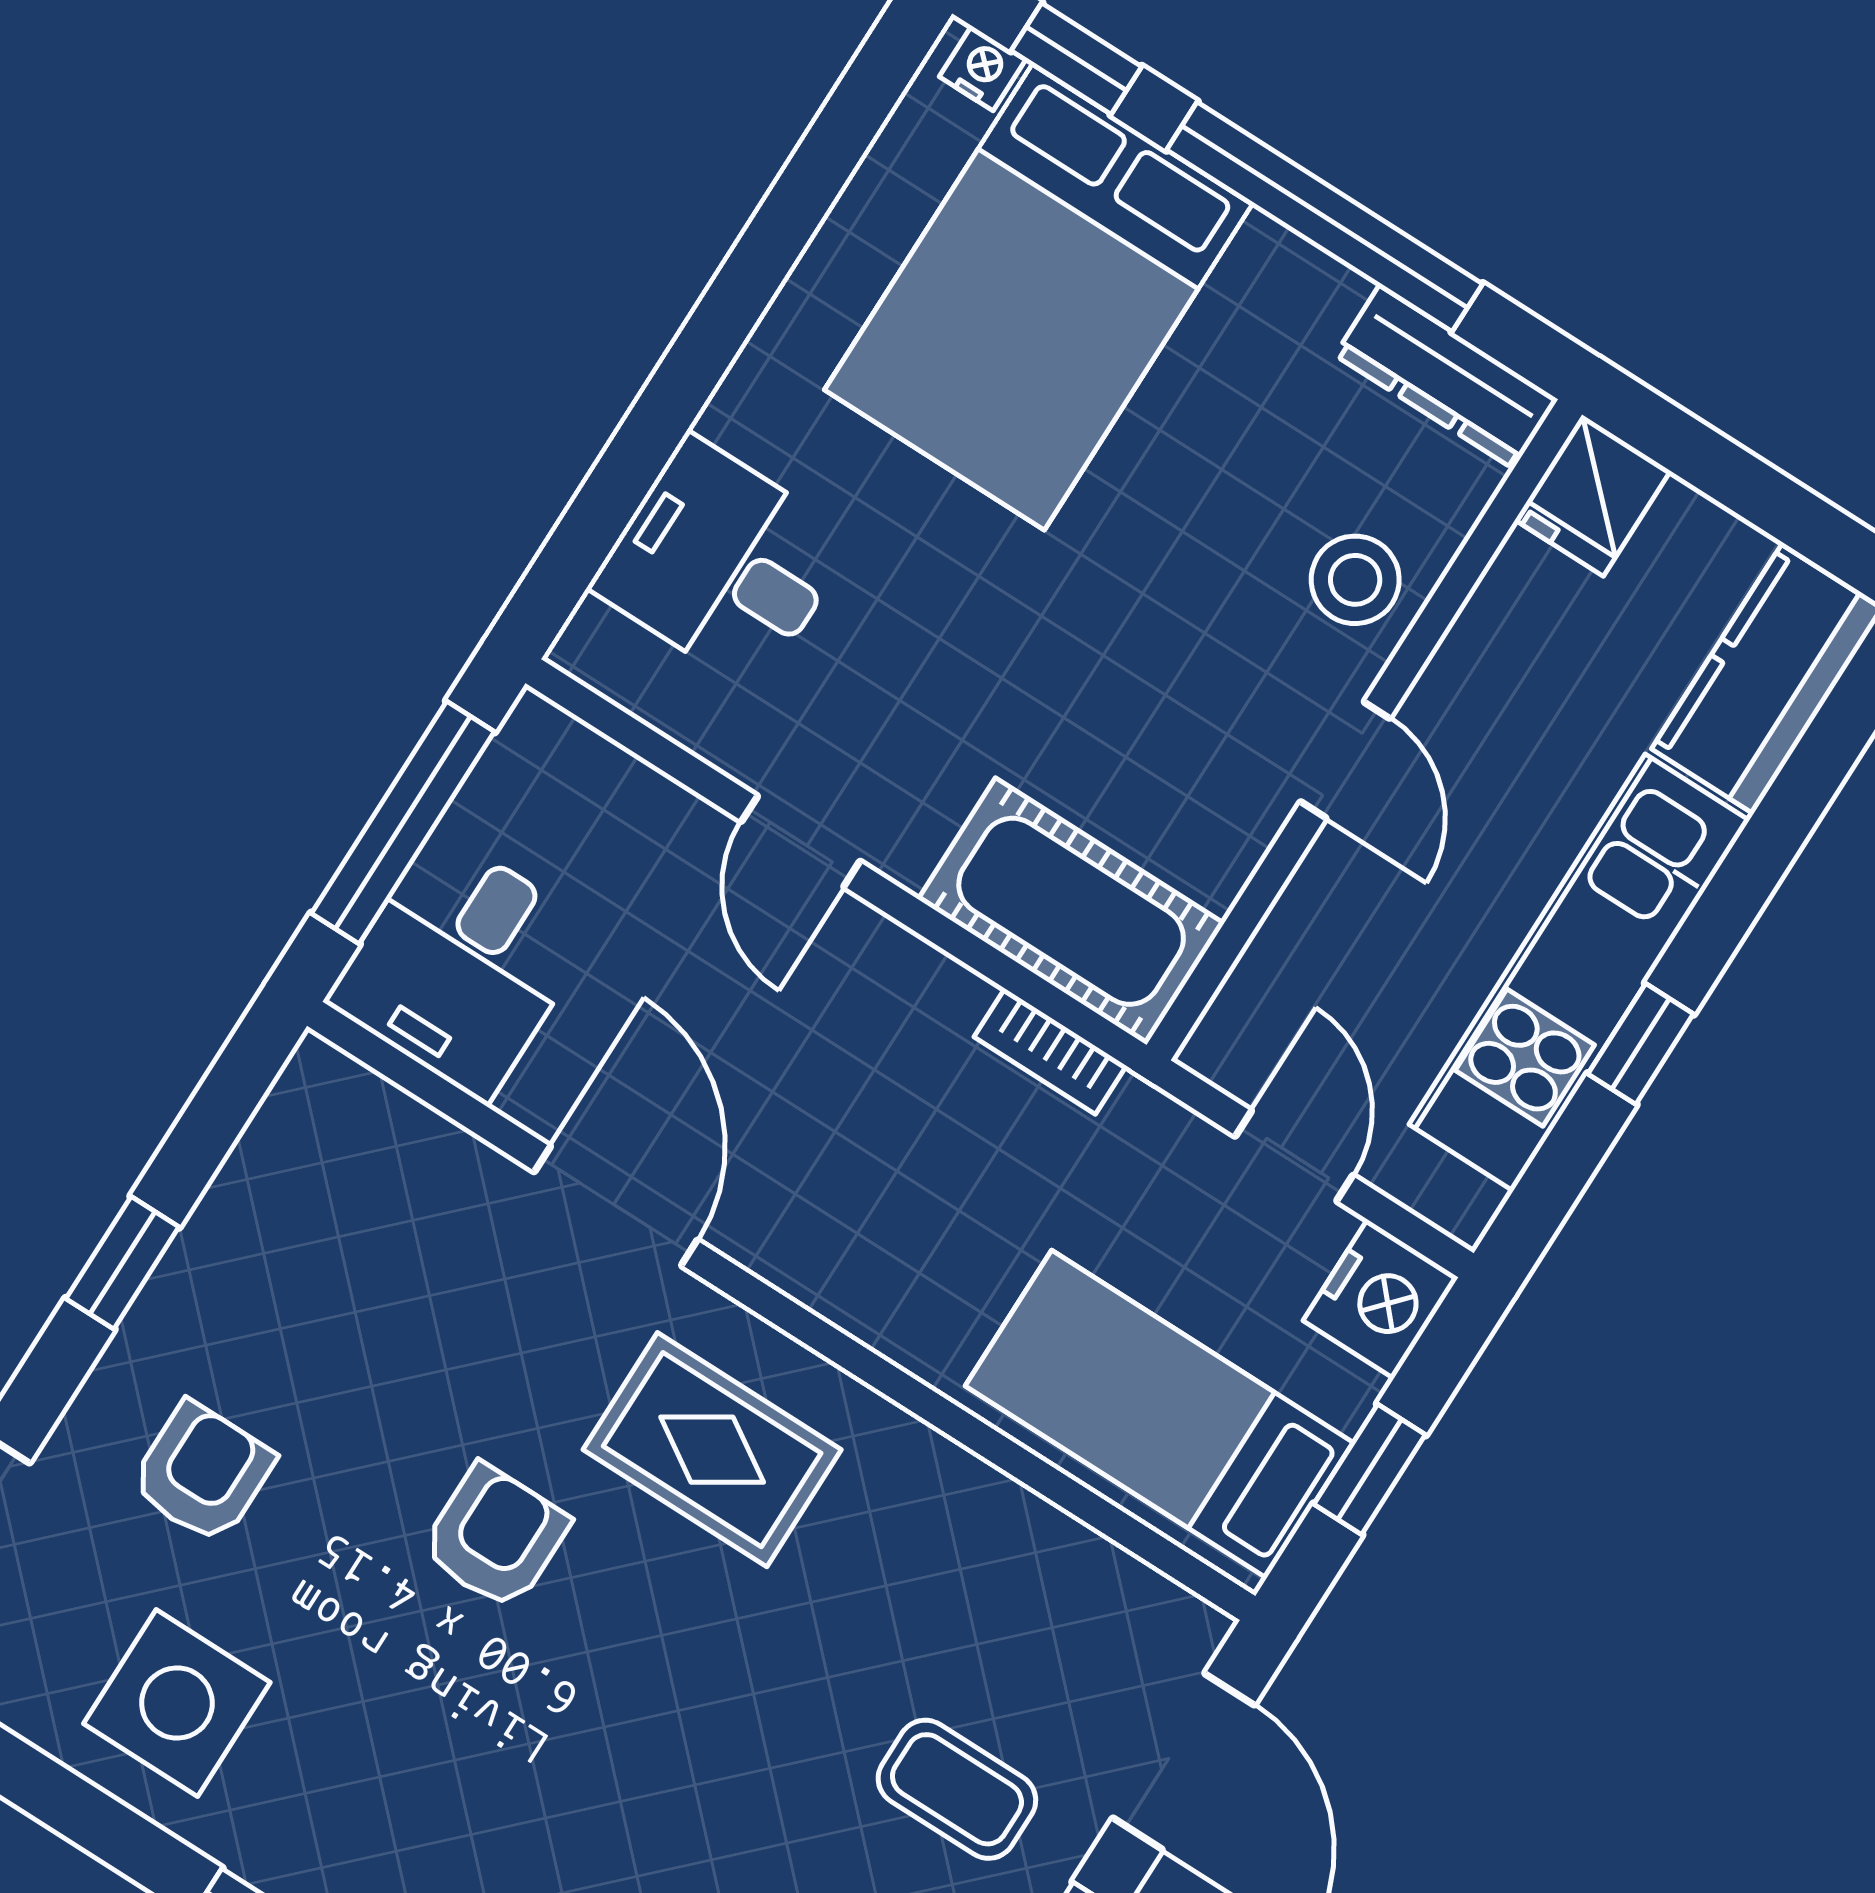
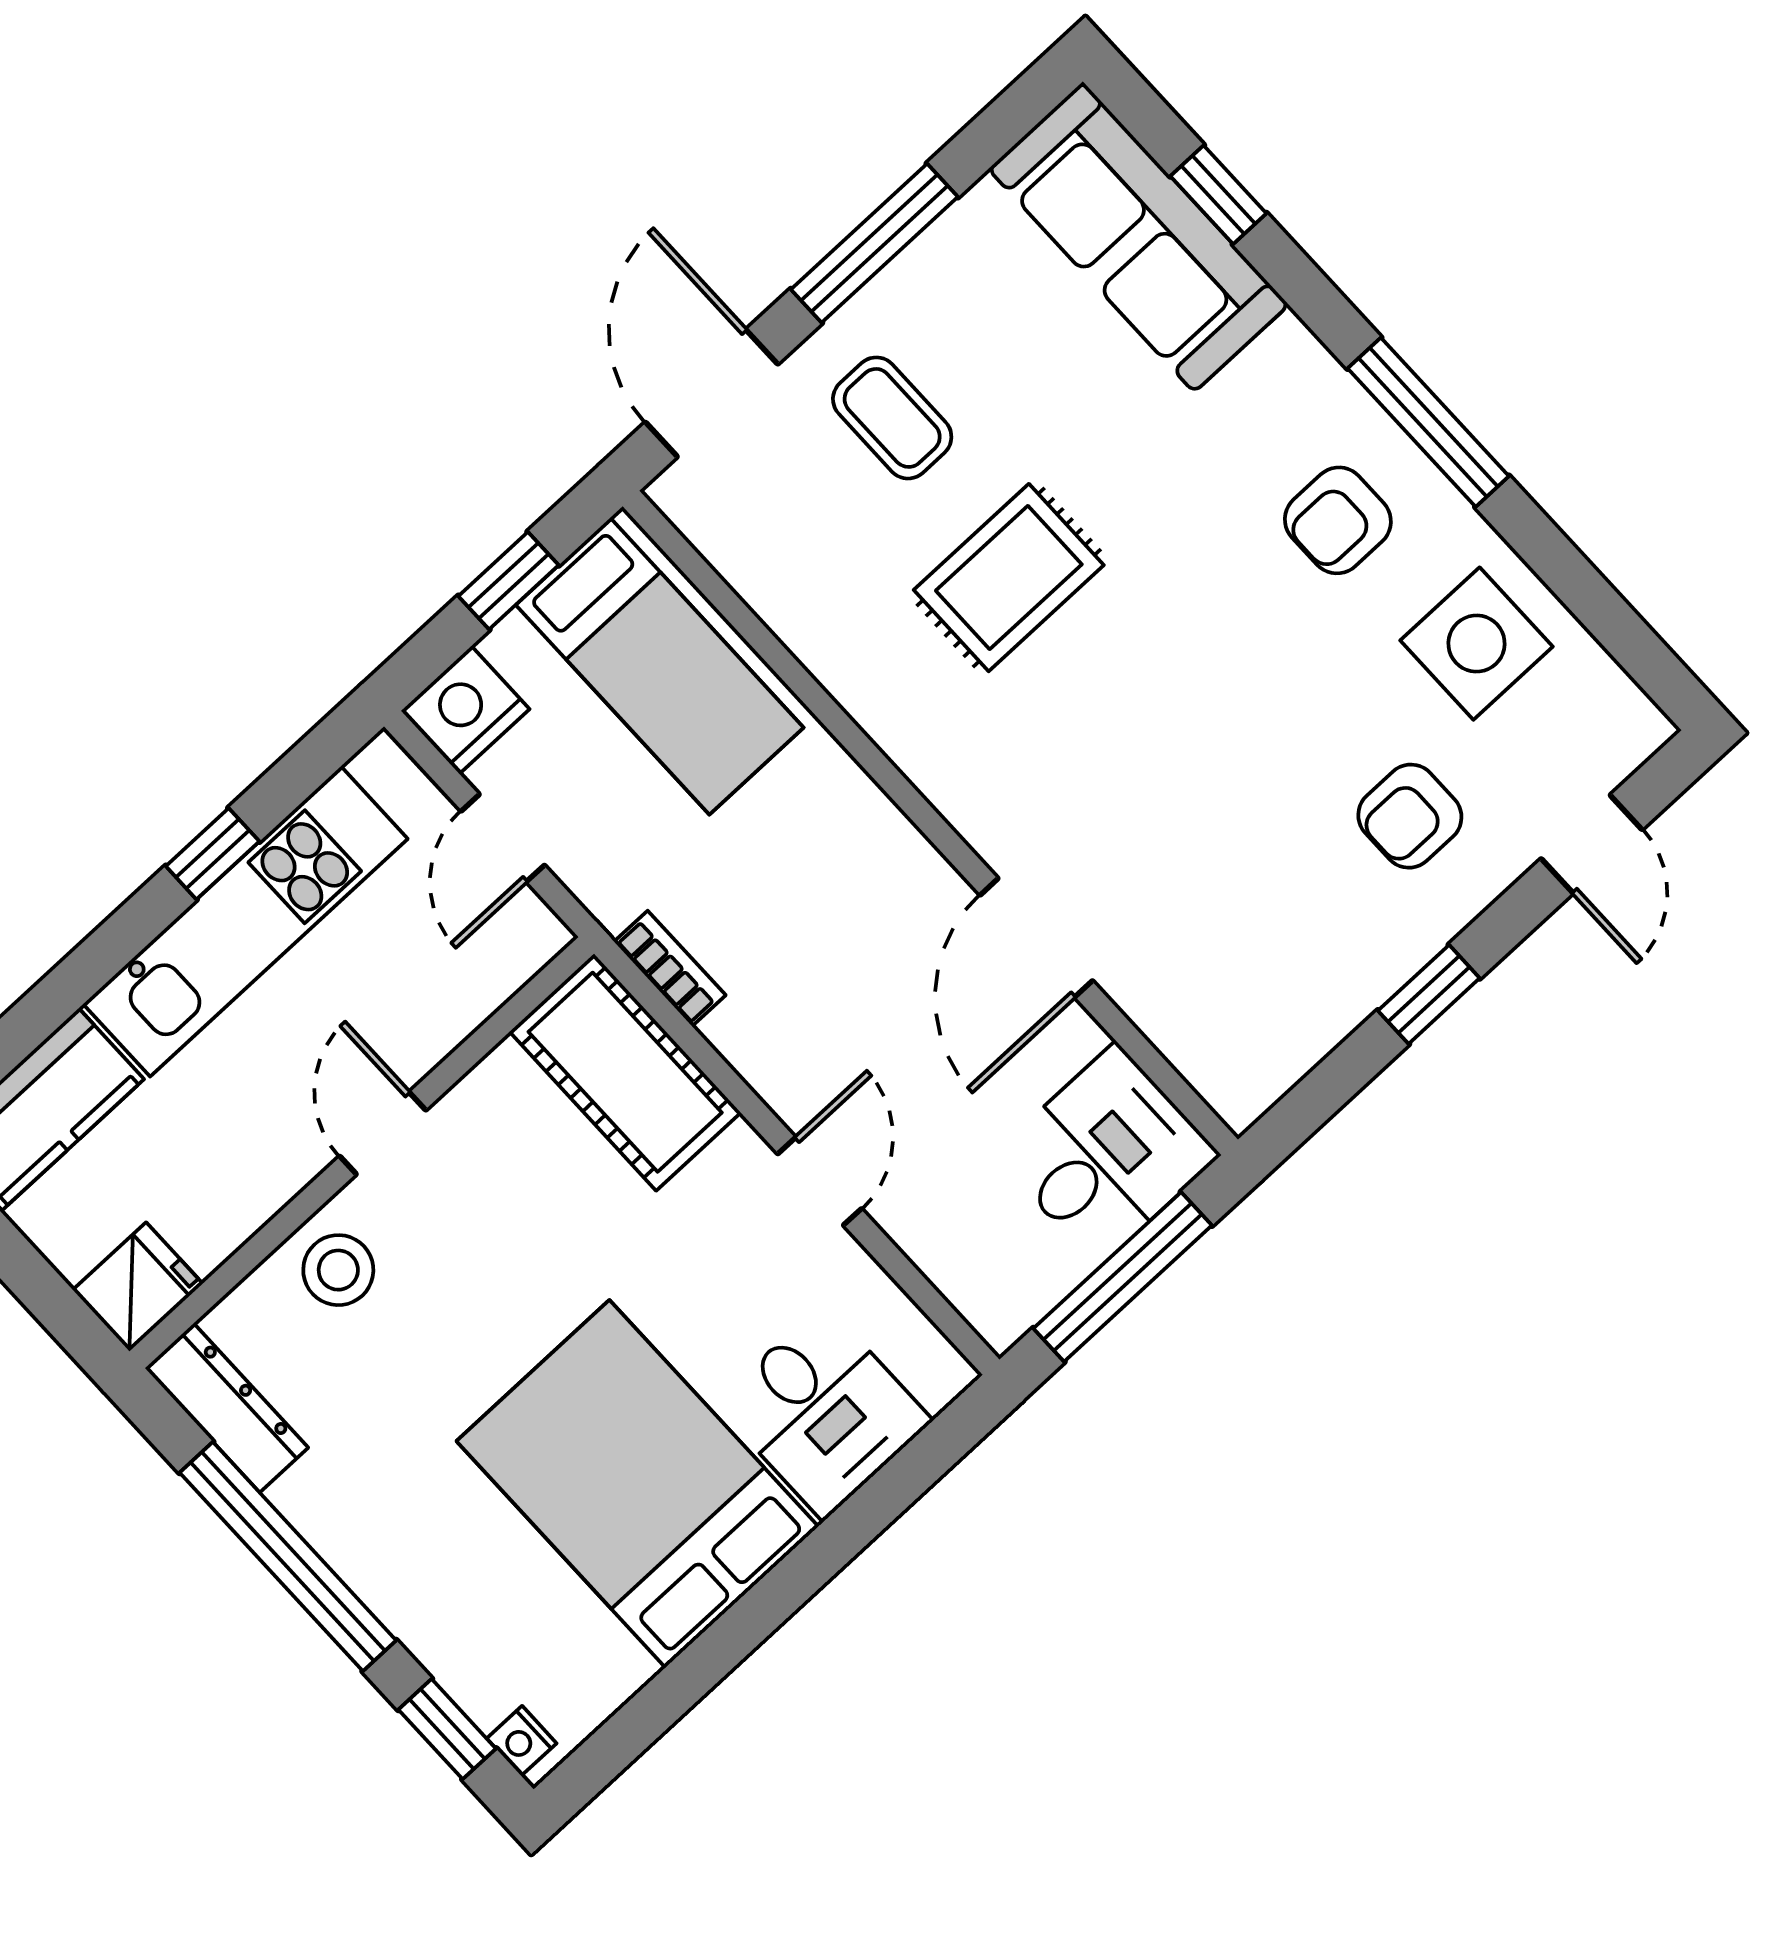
bed: (1038, 297) -> (638, 1484), moved, turned -90
rug: (712, 1450) -> (1009, 578), moved, turned 90
armchair: (495, 1537) -> (1338, 520), moved

